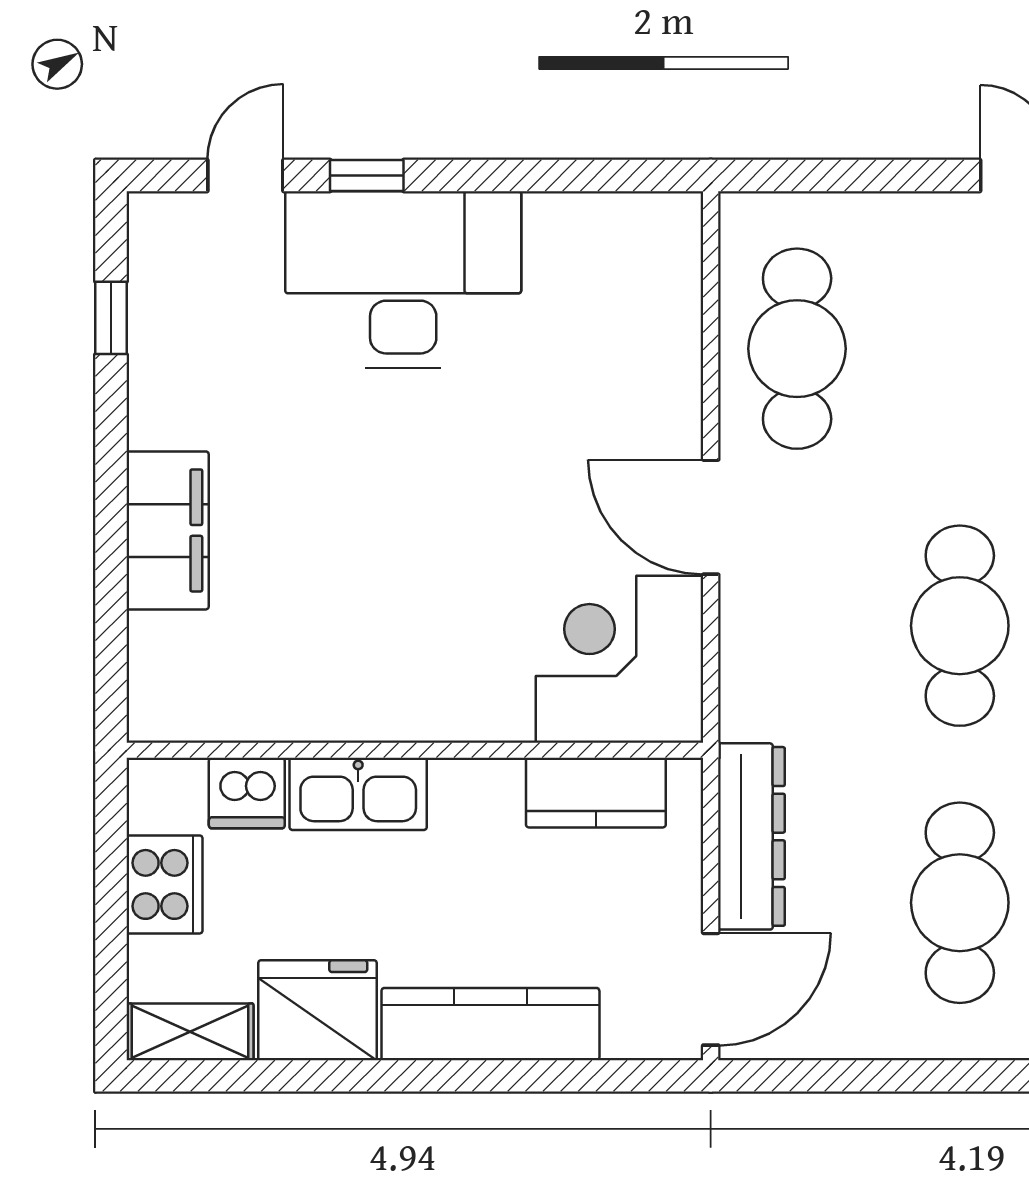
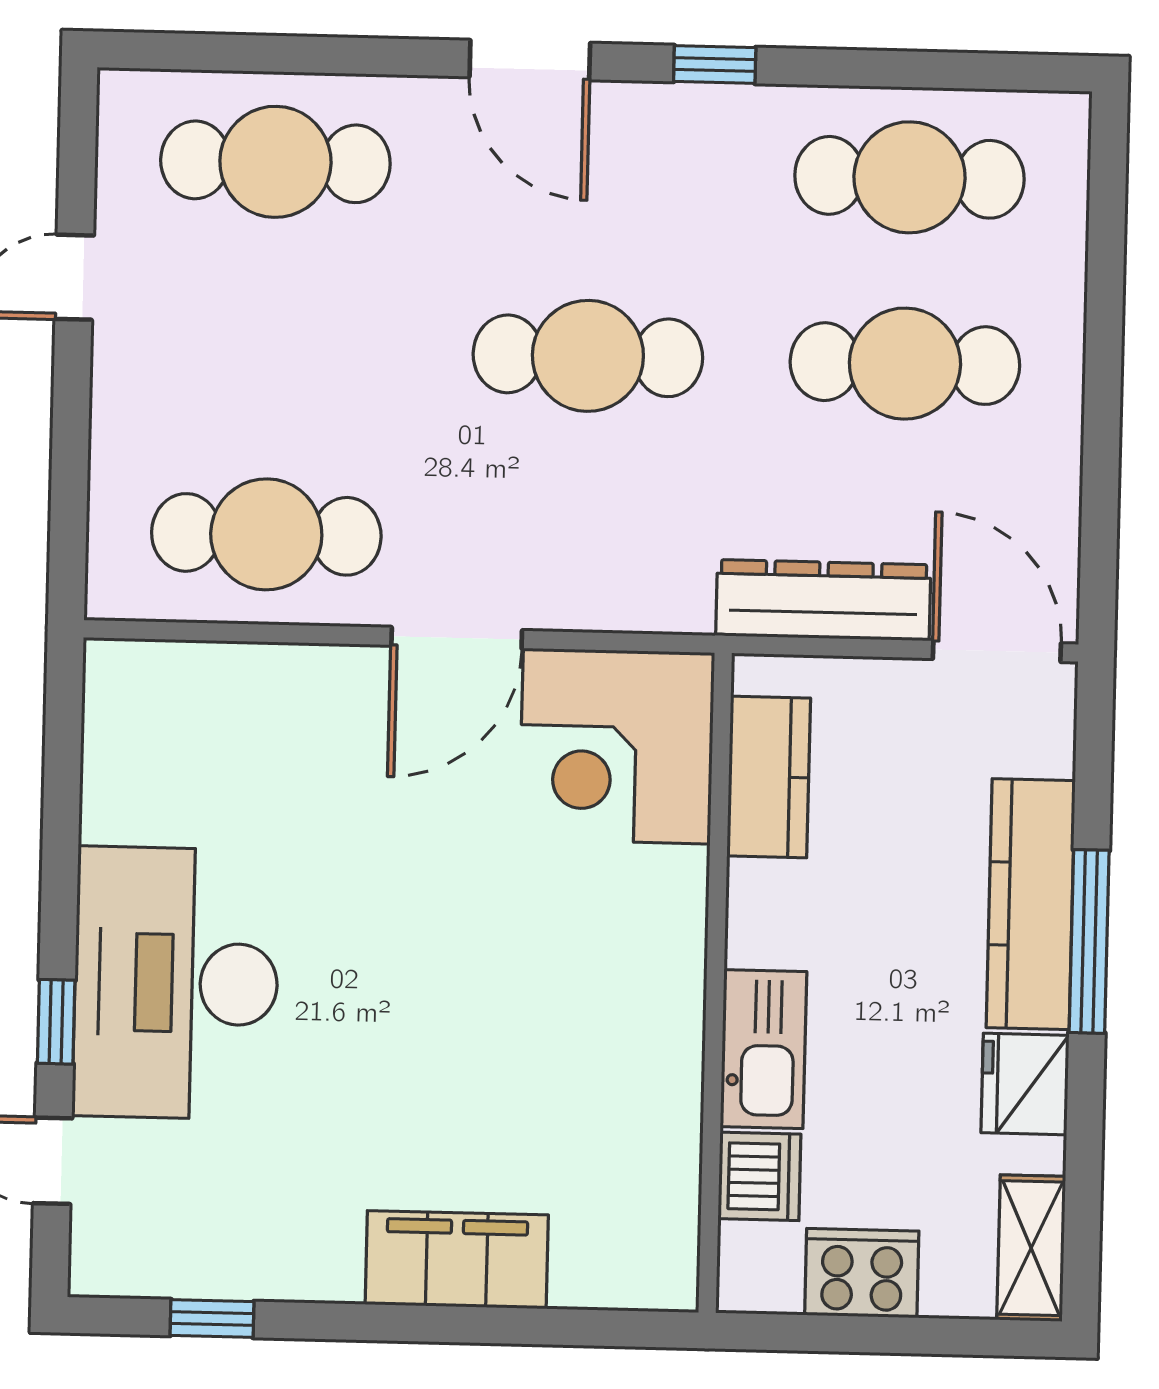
fridge: (317, 1010) -> (1025, 1084), width x0.73, depth x0.75
window: (459, 1076) -> (1089, 941), added

